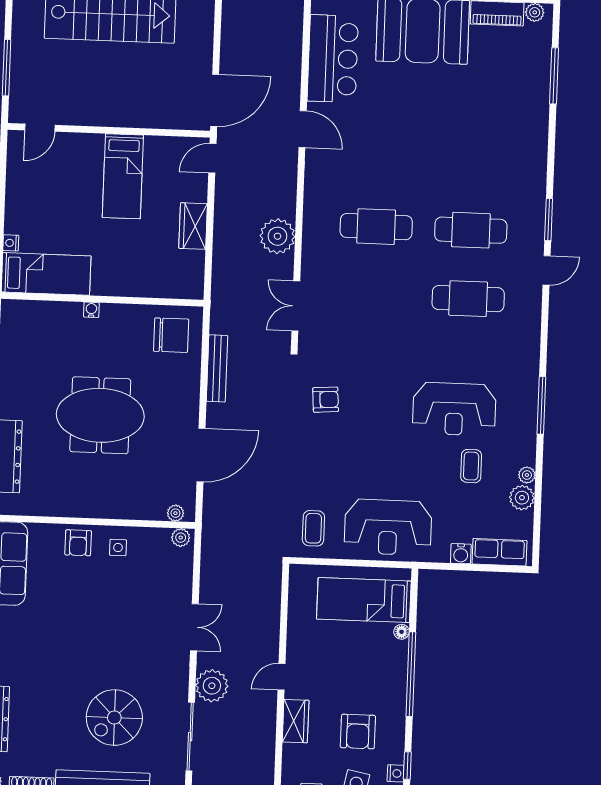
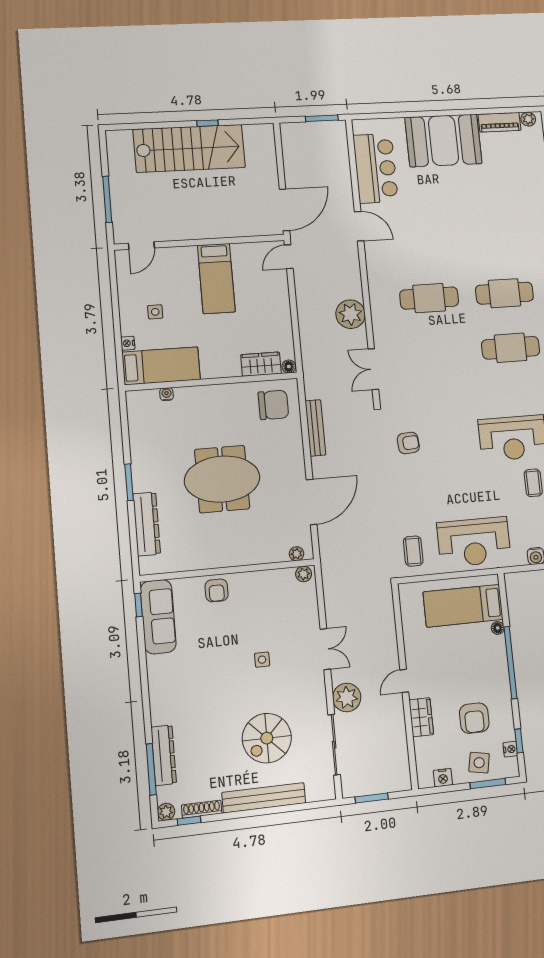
side table: (47, 209) -> (155, 312), added
wardrobe: (193, 226) -> (261, 364), moved, turned 90
floor lamp: (195, 291) -> (289, 367), added
water cooler: (91, 310) -> (167, 394), moved
side table: (118, 548) -> (262, 660), moved

